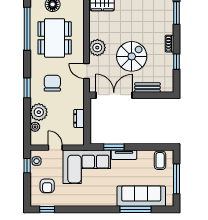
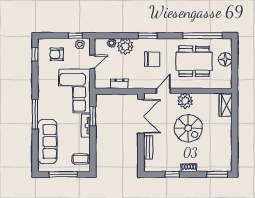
spiral stairs: (132, 56) -> (188, 128), moved
window: (136, 209) -> (35, 114), moved

